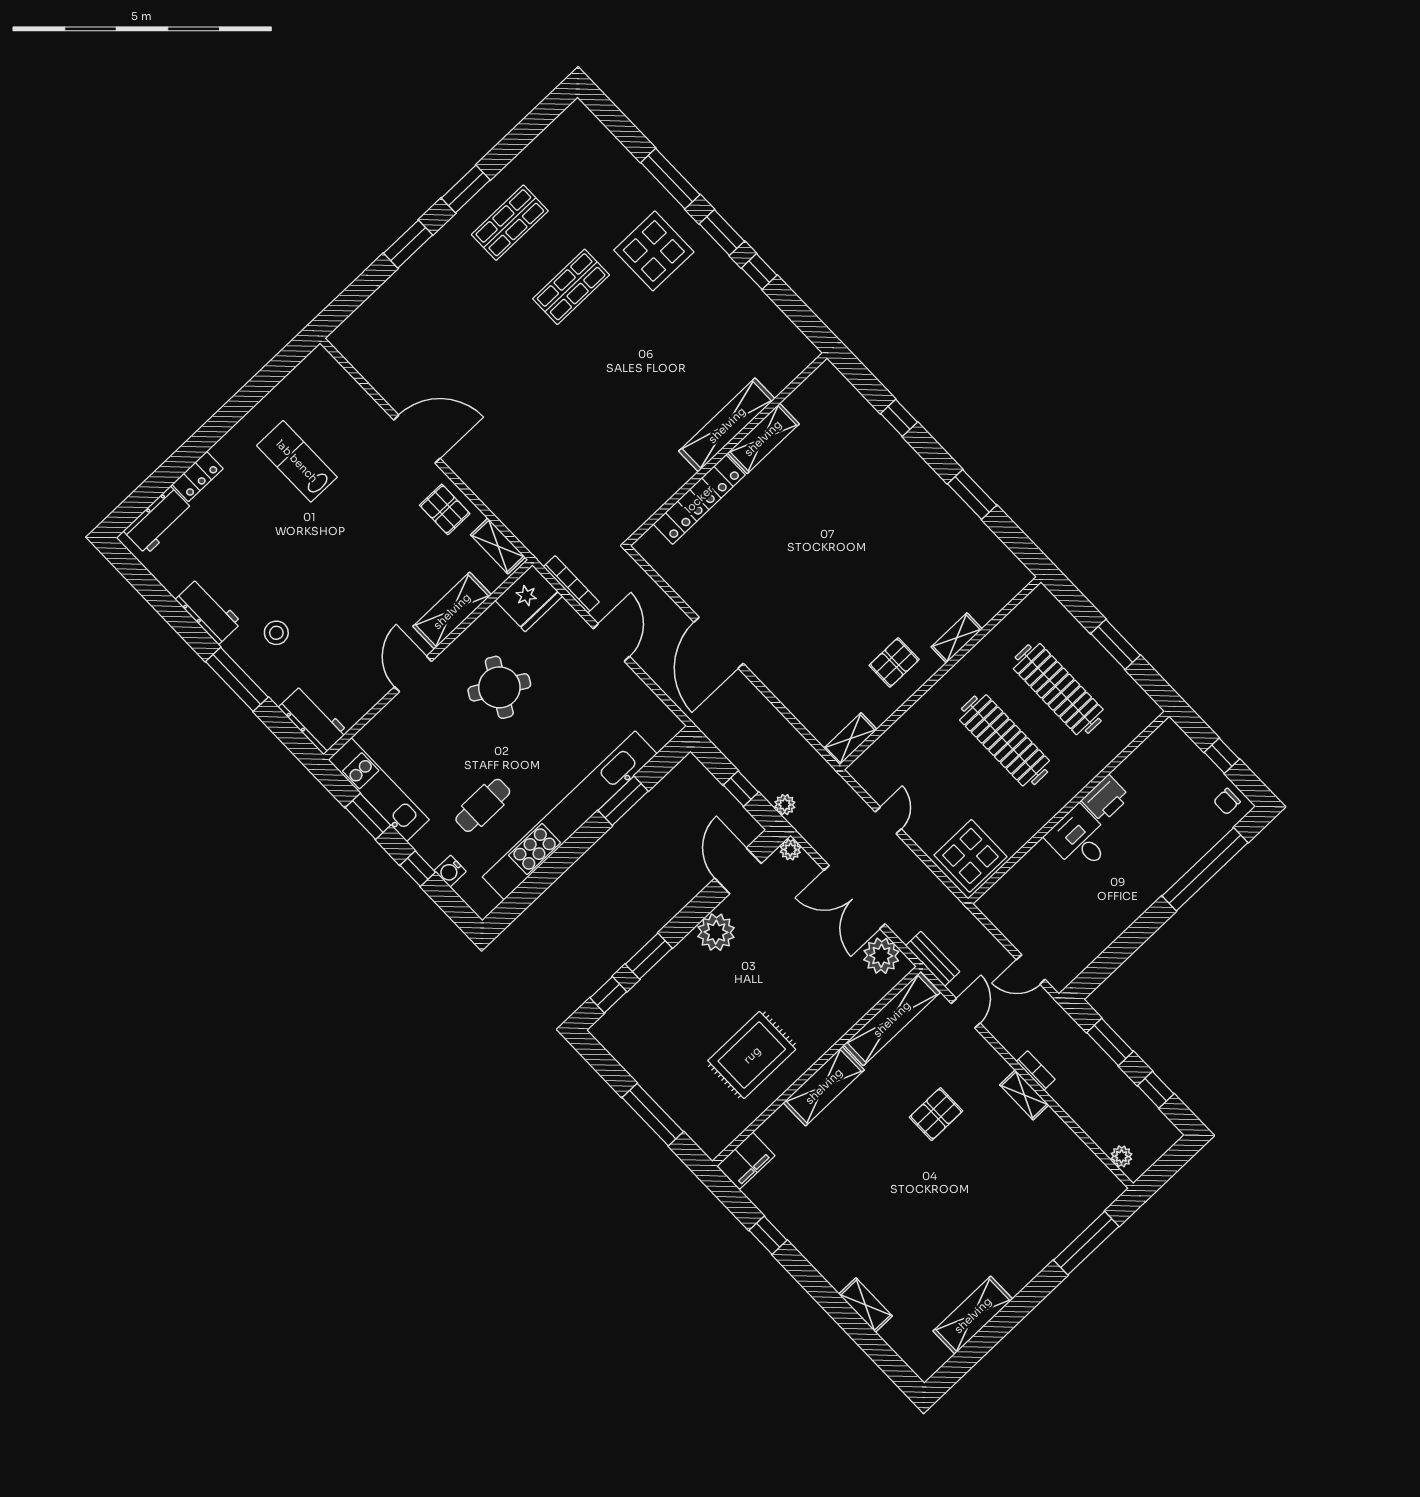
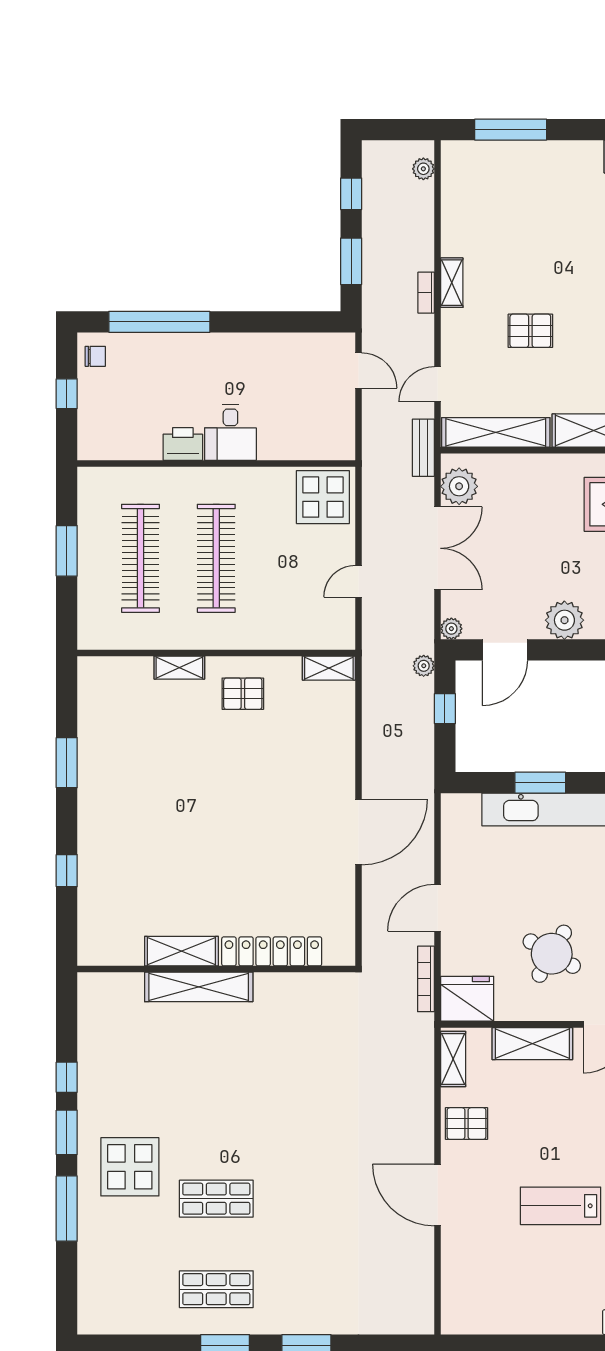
lab bench: (297, 461) -> (560, 1206), moved, turned 90
pallet: (445, 509) -> (467, 1124), turned 90

